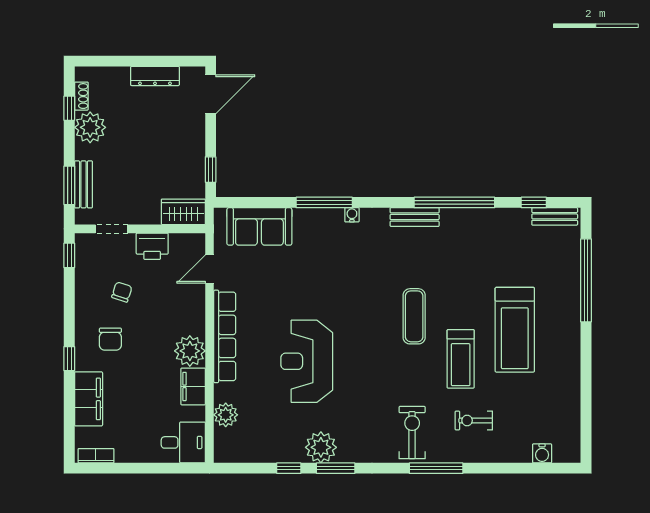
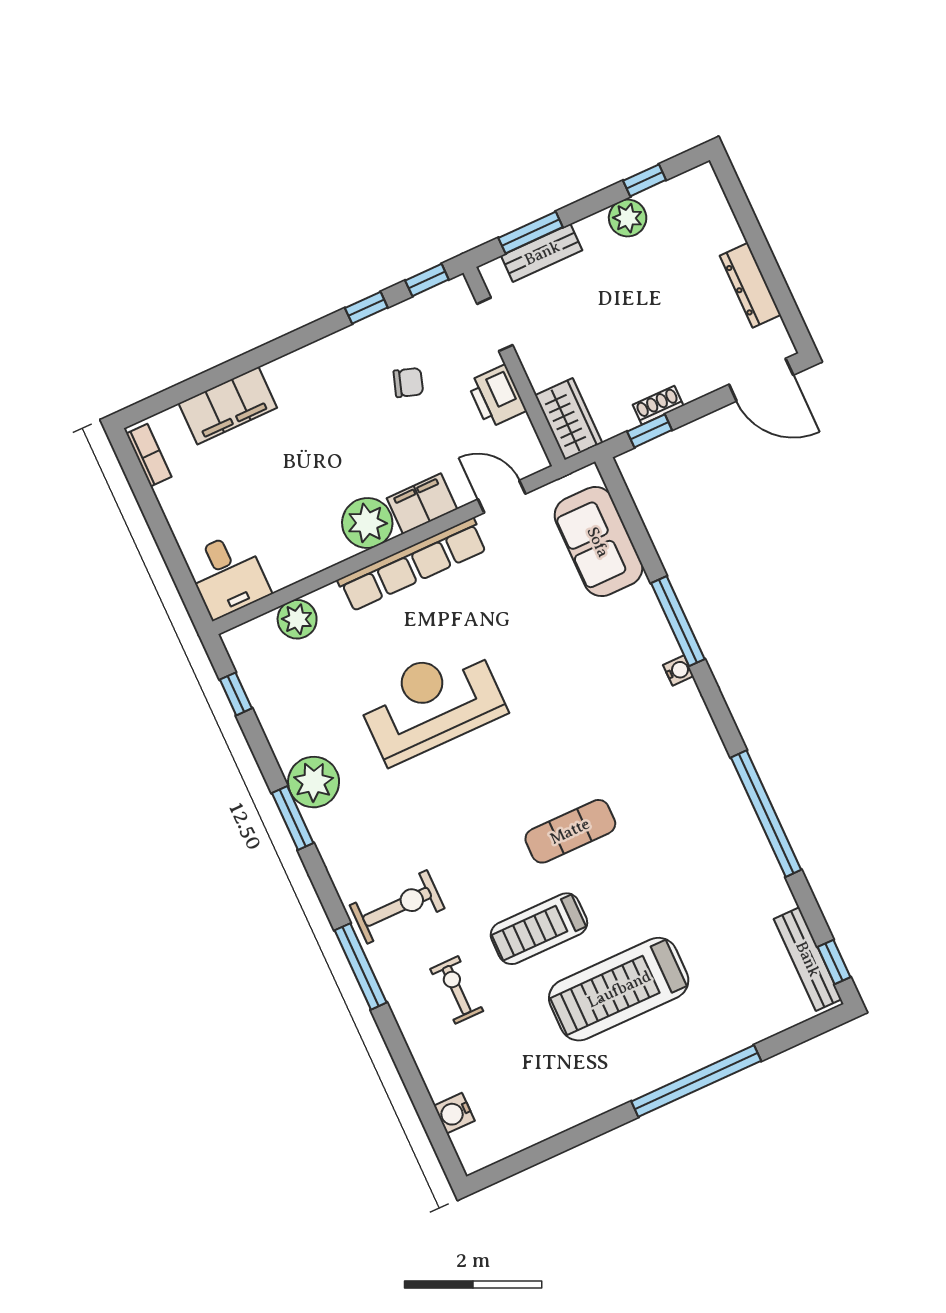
shoe rack: (81, 96) -> (658, 405), moved, turned 180
plant: (90, 127) -> (628, 218), width x0.73, depth x0.73
window: (534, 202) -> (834, 962), moved
bench: (555, 216) -> (808, 959), width x1.36
bench: (415, 217) -> (717, 765), removed
window: (586, 280) -> (696, 1081), moved
chair: (110, 339) -> (331, 397), removed
window: (69, 359) -> (366, 308), moved
filing cabinet: (193, 386) -> (422, 504), moved
window: (289, 468) -> (236, 694), moved

